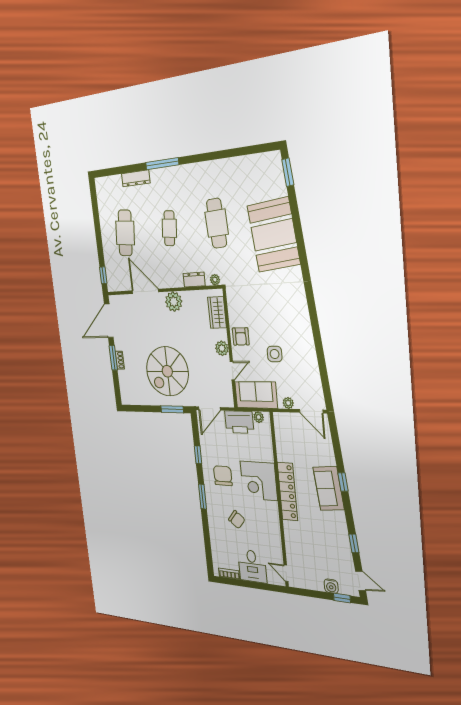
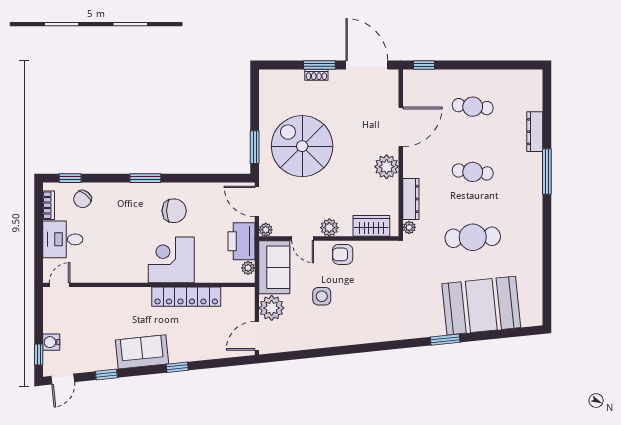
window: (288, 172) -> (445, 340), moved
cafe table: (125, 233) -> (473, 107), width x0.73, depth x0.74
booth: (274, 235) -> (481, 306), moved
dresser: (194, 280) -> (411, 199), width x1.44
plant: (229, 402) -> (266, 230), added
plant: (288, 403) -> (272, 308), width x1.88, depth x1.88
window: (198, 455) -> (70, 178), moved
sofa: (329, 488) -> (142, 352), moved
locker: (287, 492) -> (186, 297), moved
chair: (237, 520) -> (83, 199), moved

